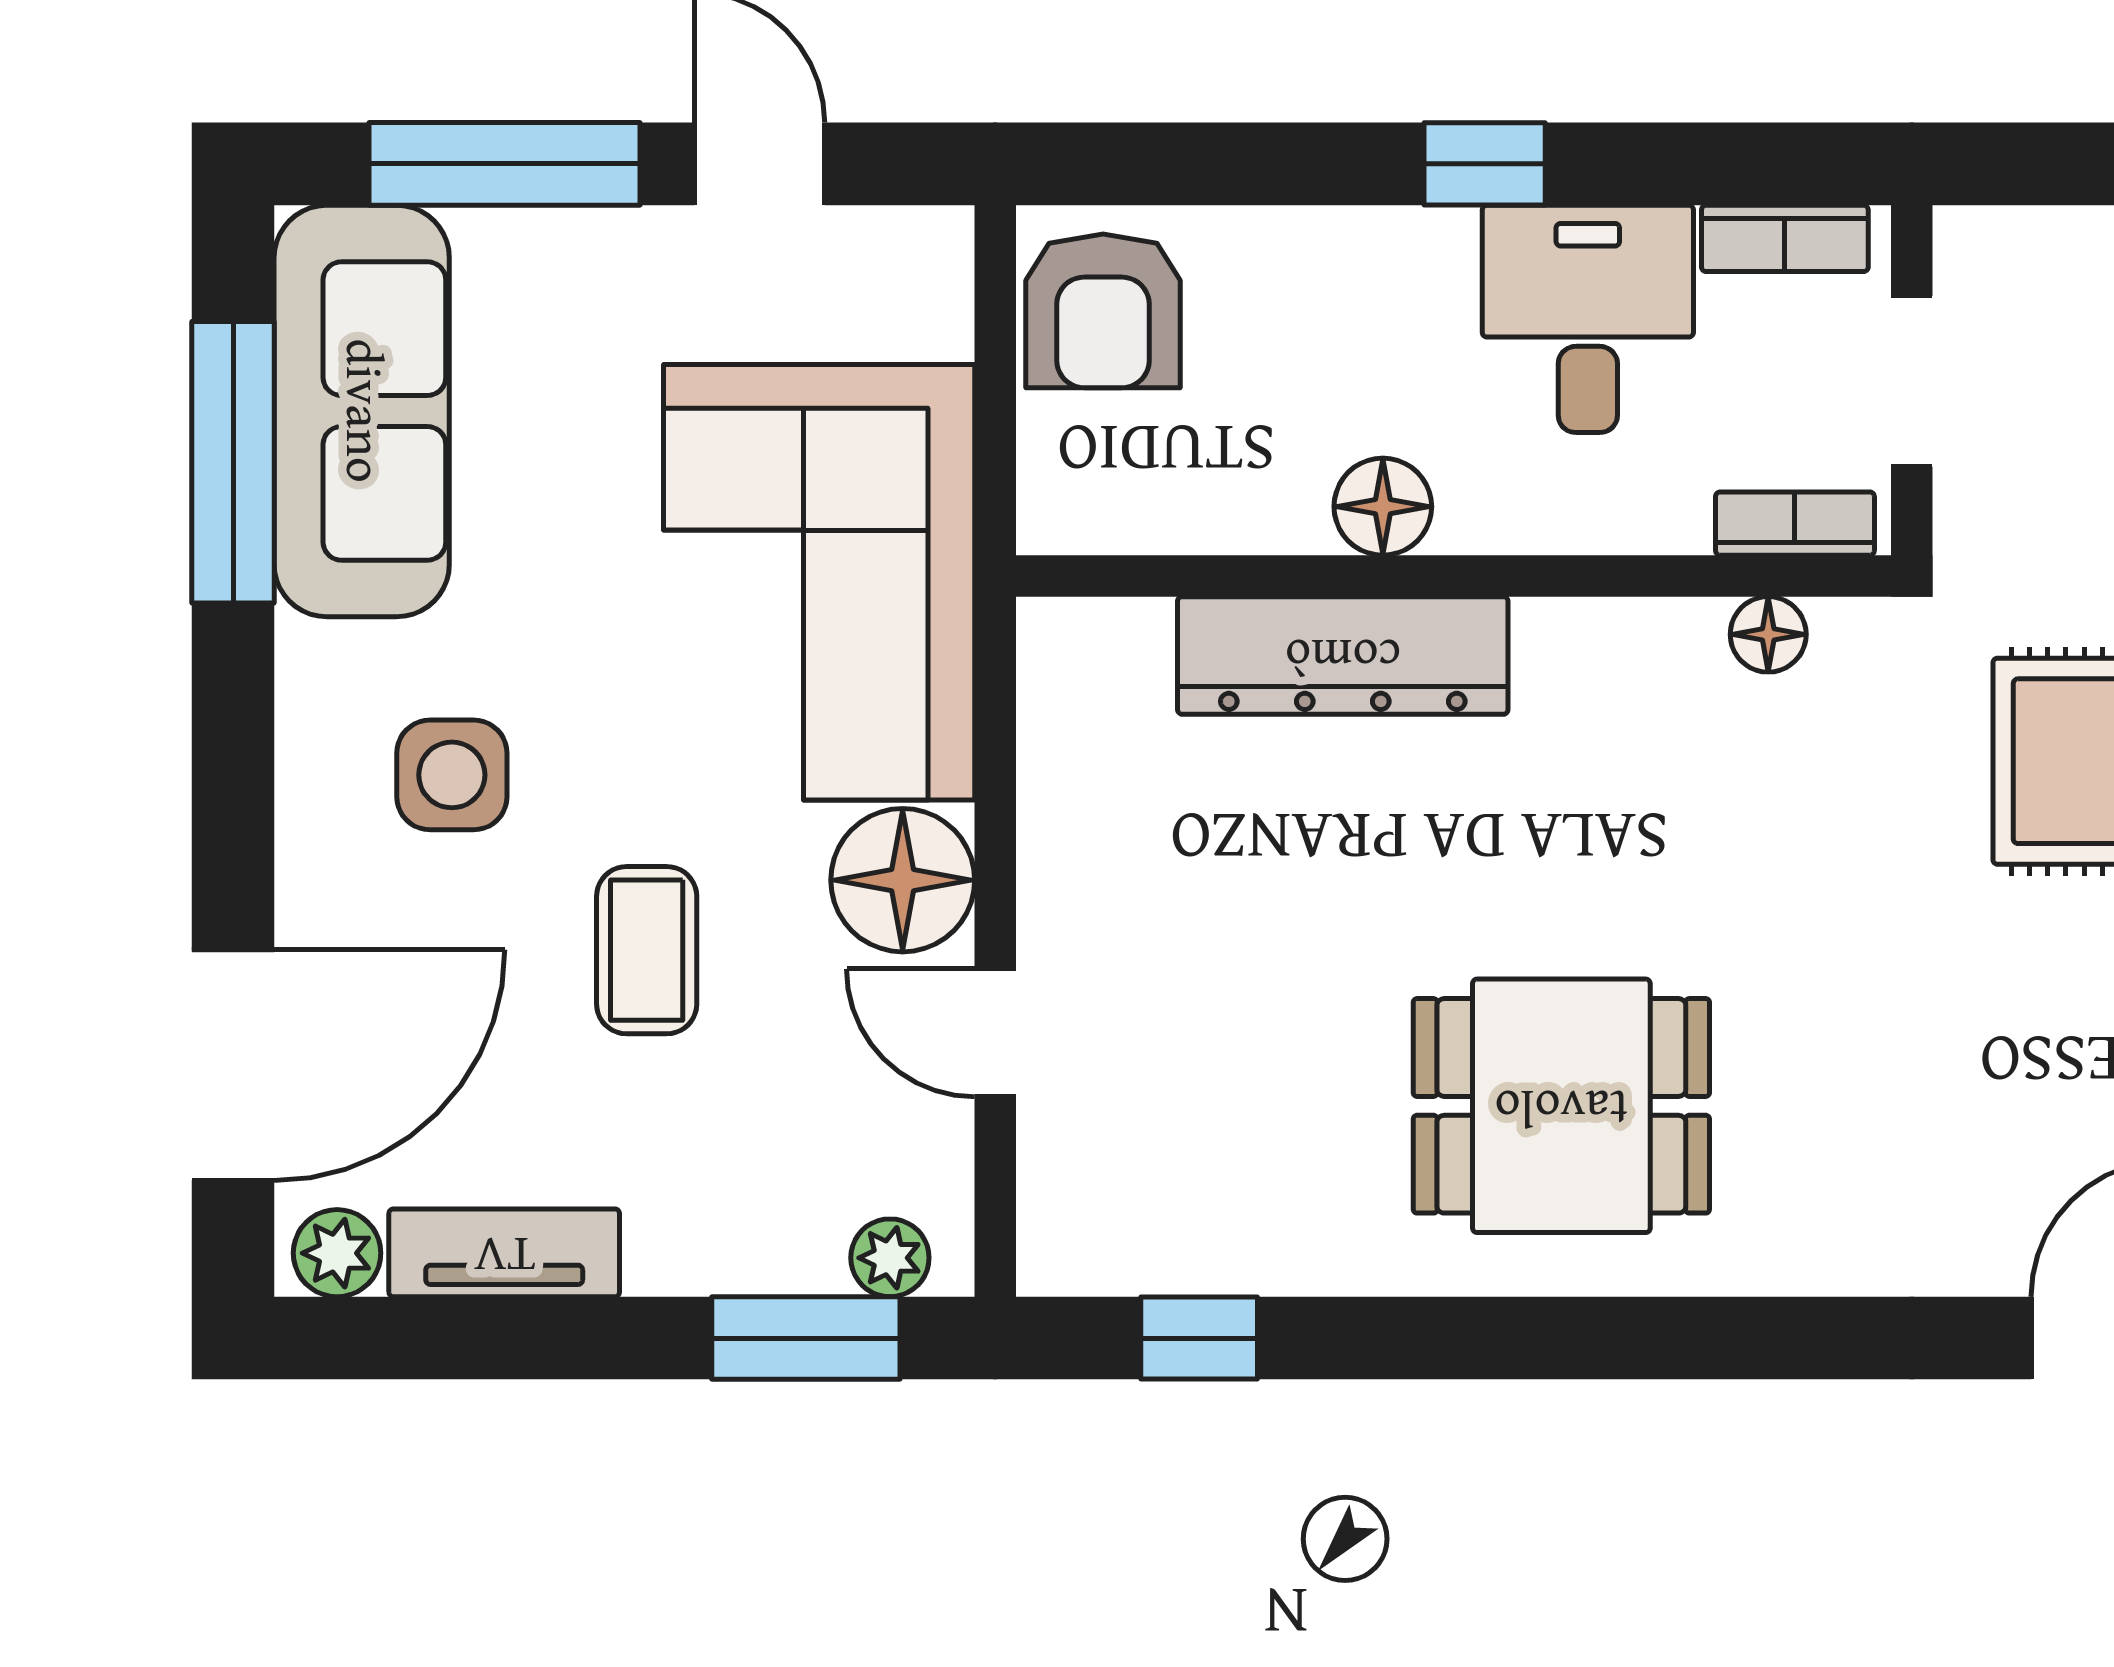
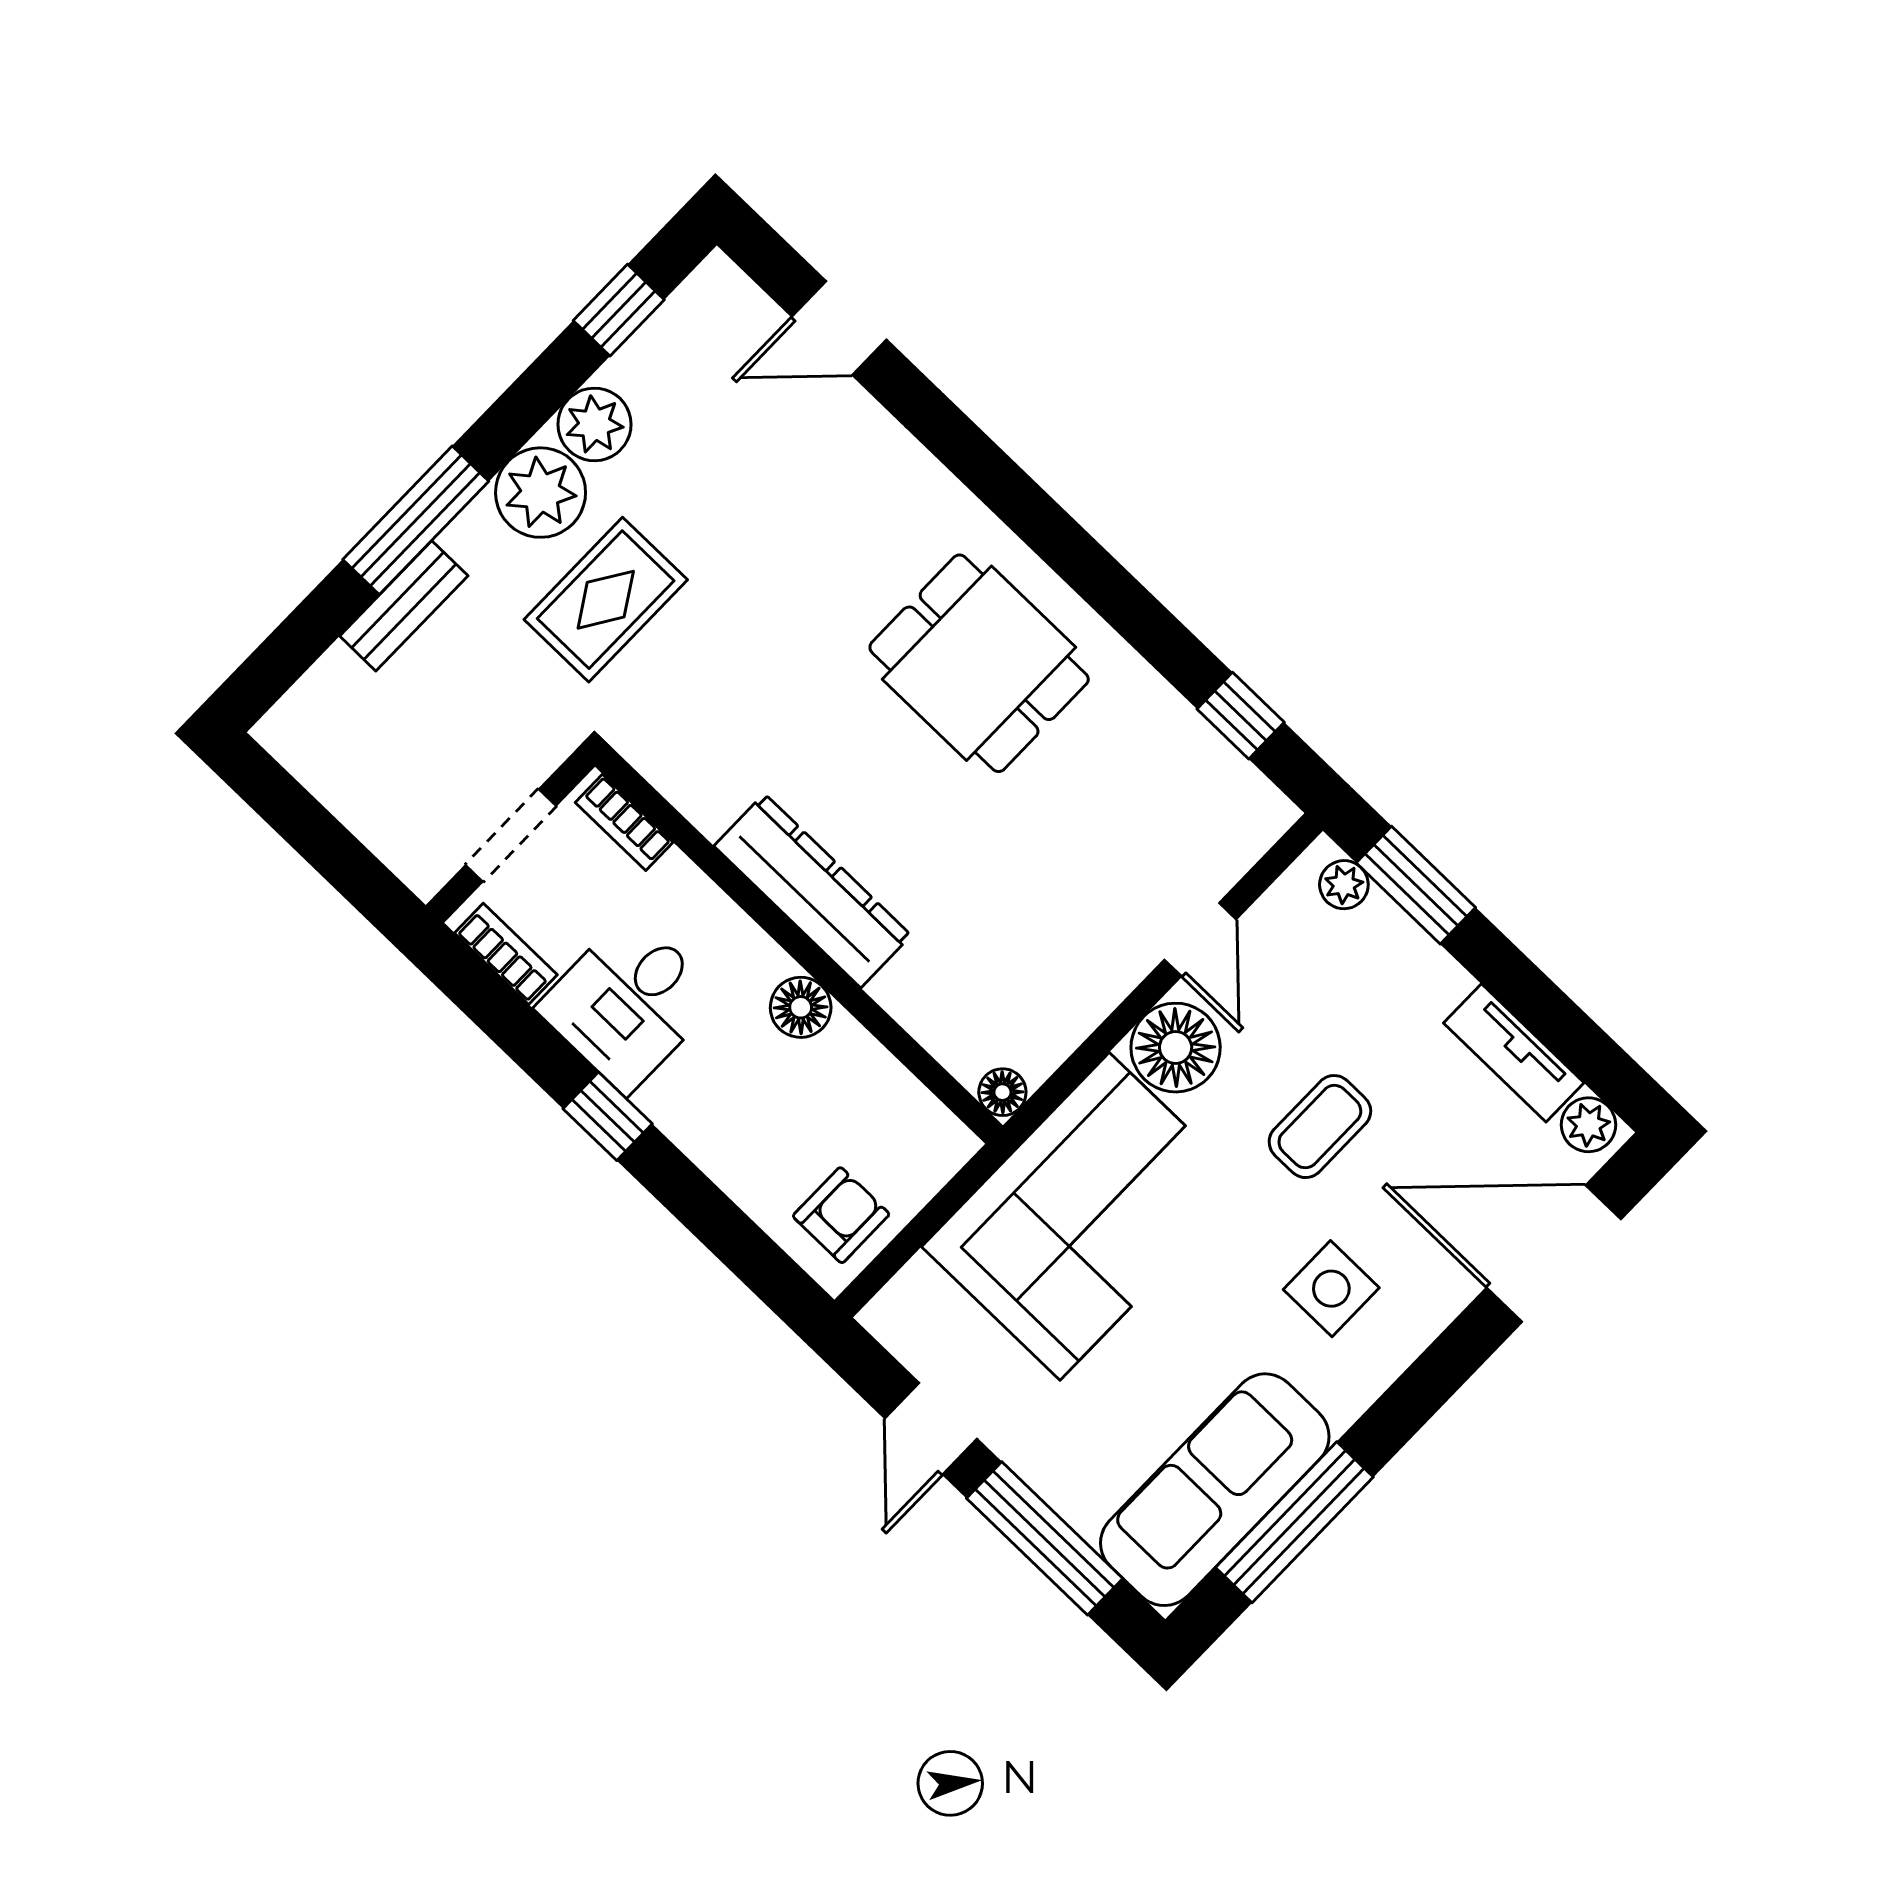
armchair: (1103, 311) -> (841, 1215), width x0.72, depth x0.72
floor lamp: (1768, 634) -> (1002, 1092), moved
dresser: (1343, 655) -> (813, 891), moved

